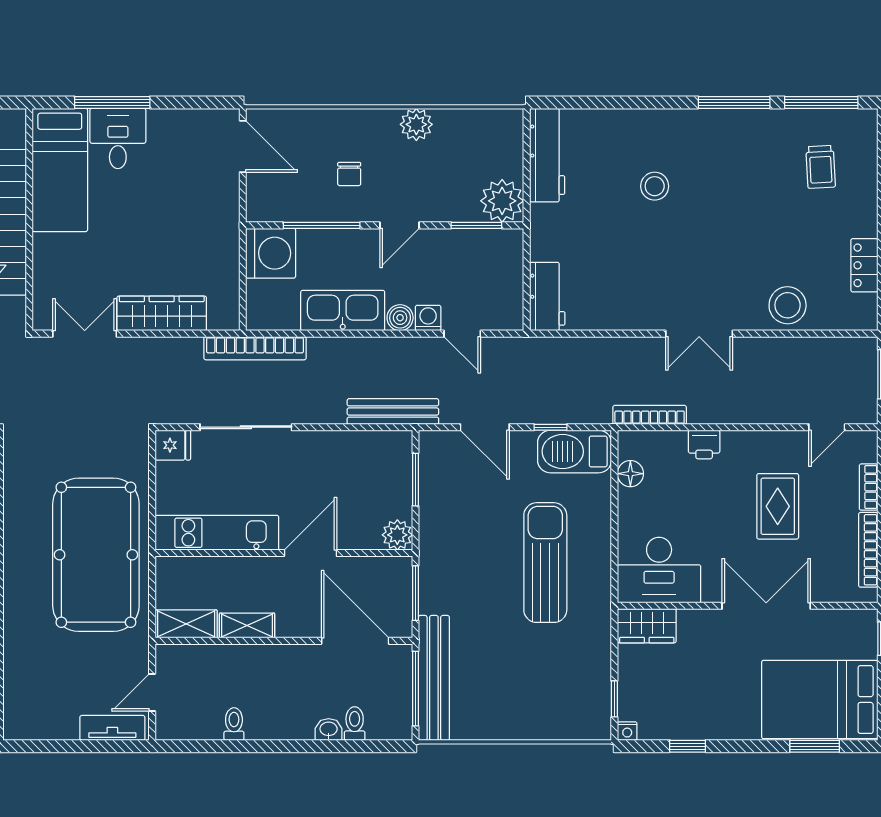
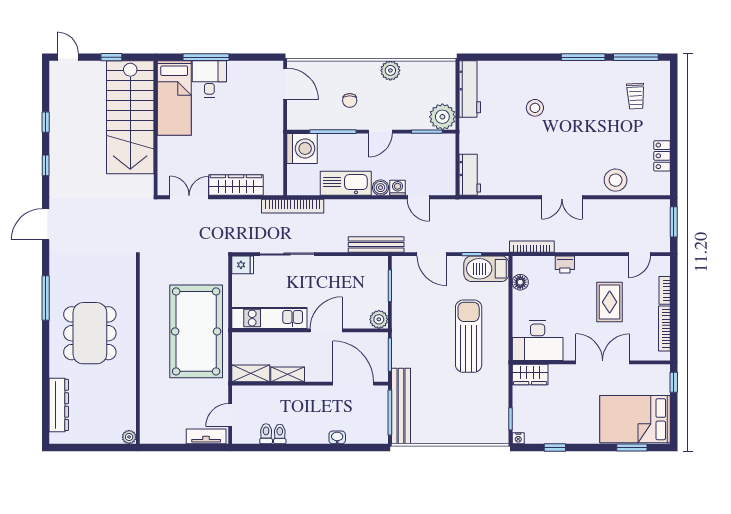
toilet: (355, 724) -> (266, 434), moved

